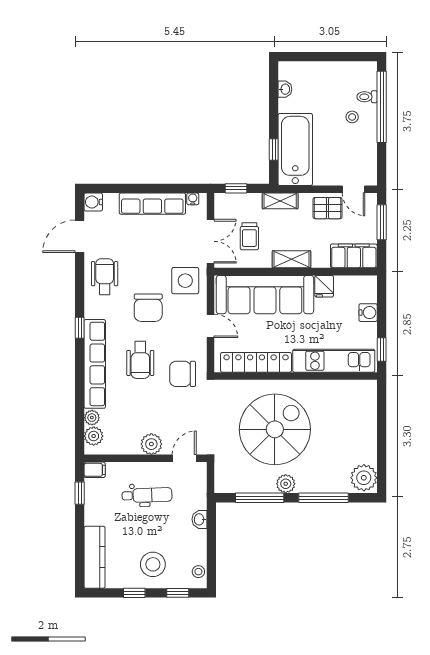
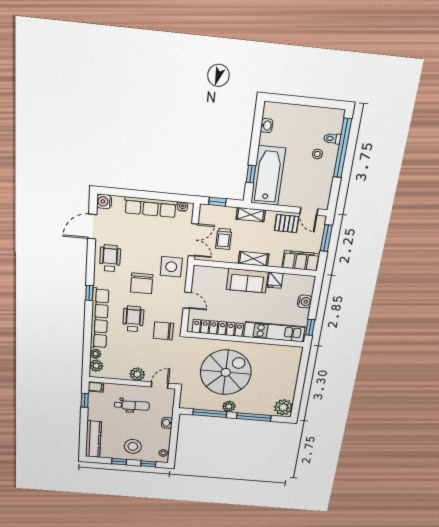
sofa: (265, 295) -> (247, 281), width x0.54, depth x0.79
wheelchair: (140, 360) -> (133, 319), turned 180

